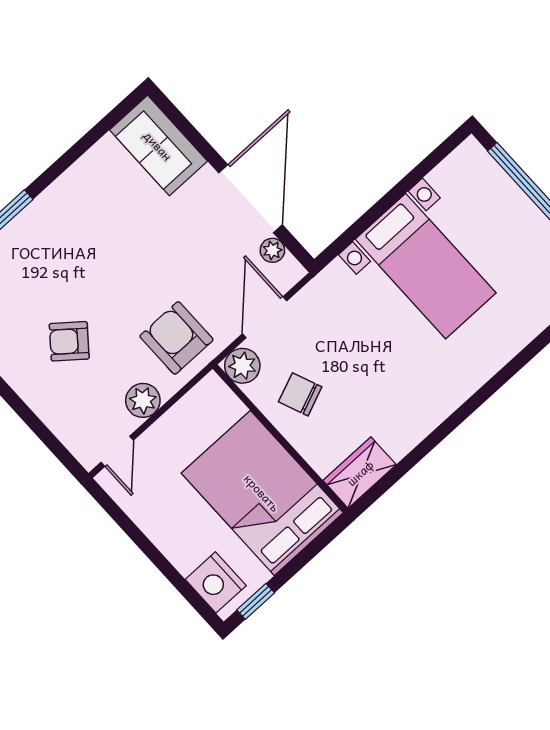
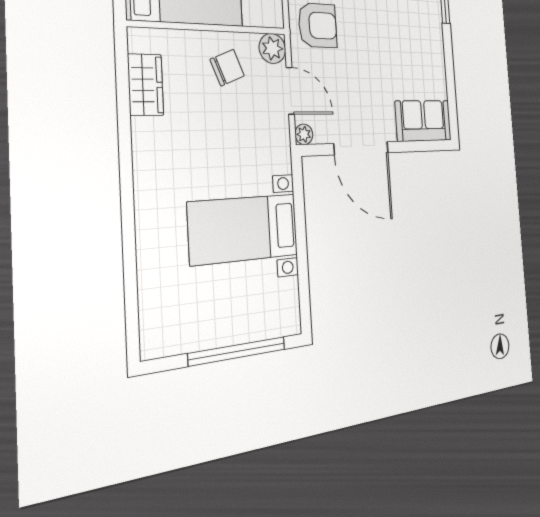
plant: (272, 250) -> (304, 134), moved
wardrobe: (360, 473) -> (146, 85), moved

